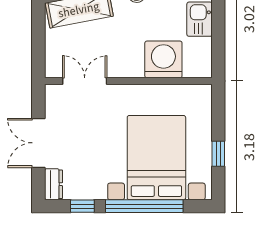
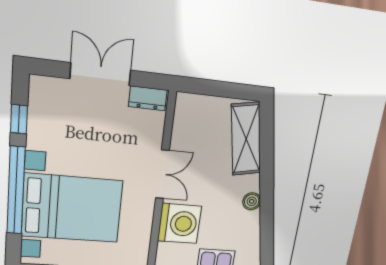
double door: (85, 81) -> (162, 174), moved
dresser: (53, 184) -> (148, 98), moved

